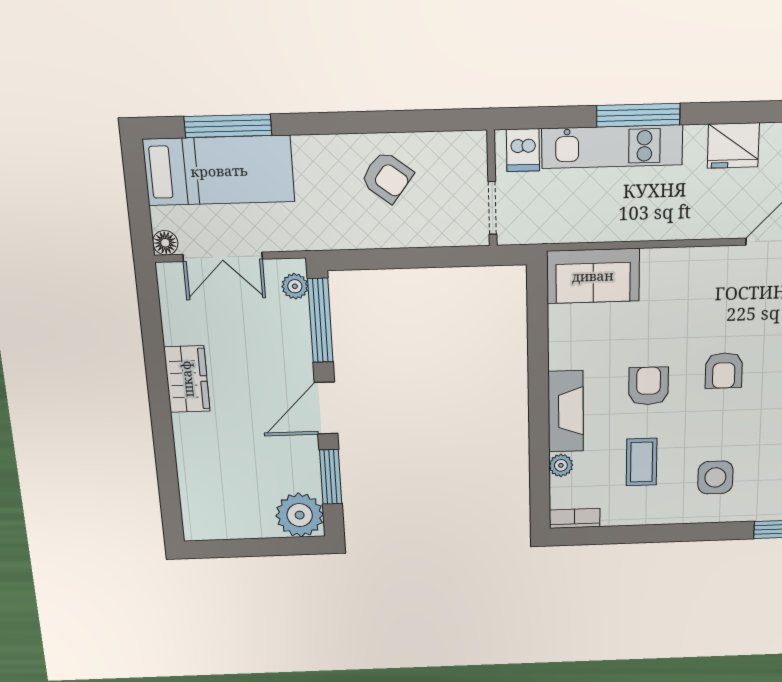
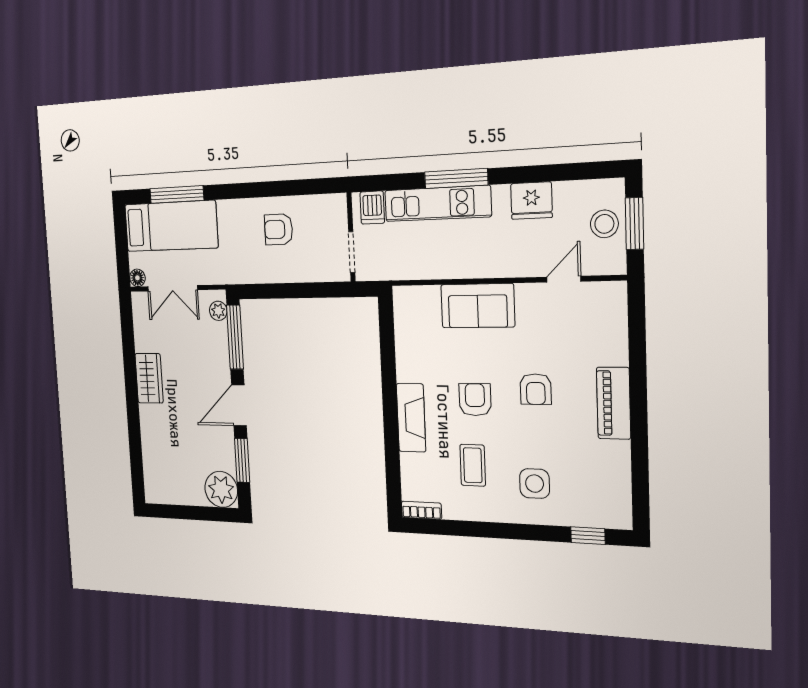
armchair: (387, 177) -> (279, 229), turned 143
sofa: (593, 276) -> (478, 306), moved
plant: (561, 465) -> (409, 463), removed

